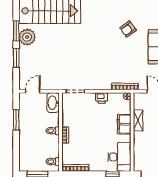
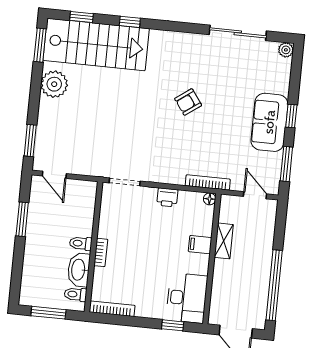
armchair: (128, 29) -> (188, 102), moved
window: (16, 31) -> (40, 45), moved
window: (16, 58) -> (30, 141), moved
door: (33, 91) -> (54, 175), swing flipped
washbasin: (53, 103) -> (79, 270), moved
filing cabinet: (124, 124) -> (200, 245), width x0.50

